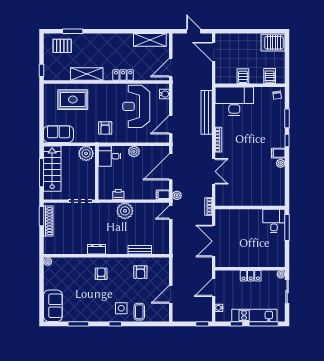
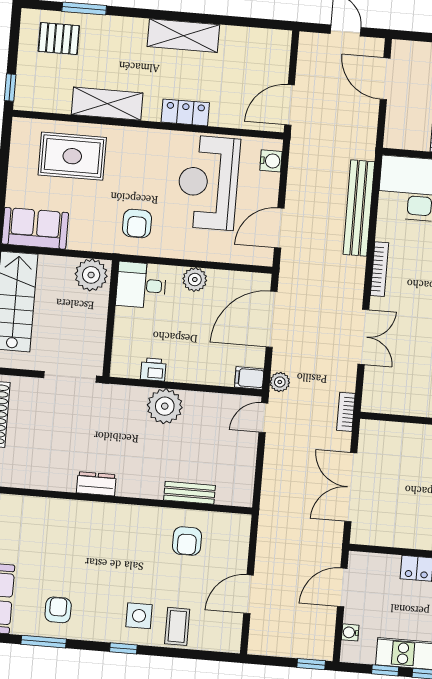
shelving: (150, 40) -> (183, 36), moved
armchair: (101, 274) -> (58, 610), moved

